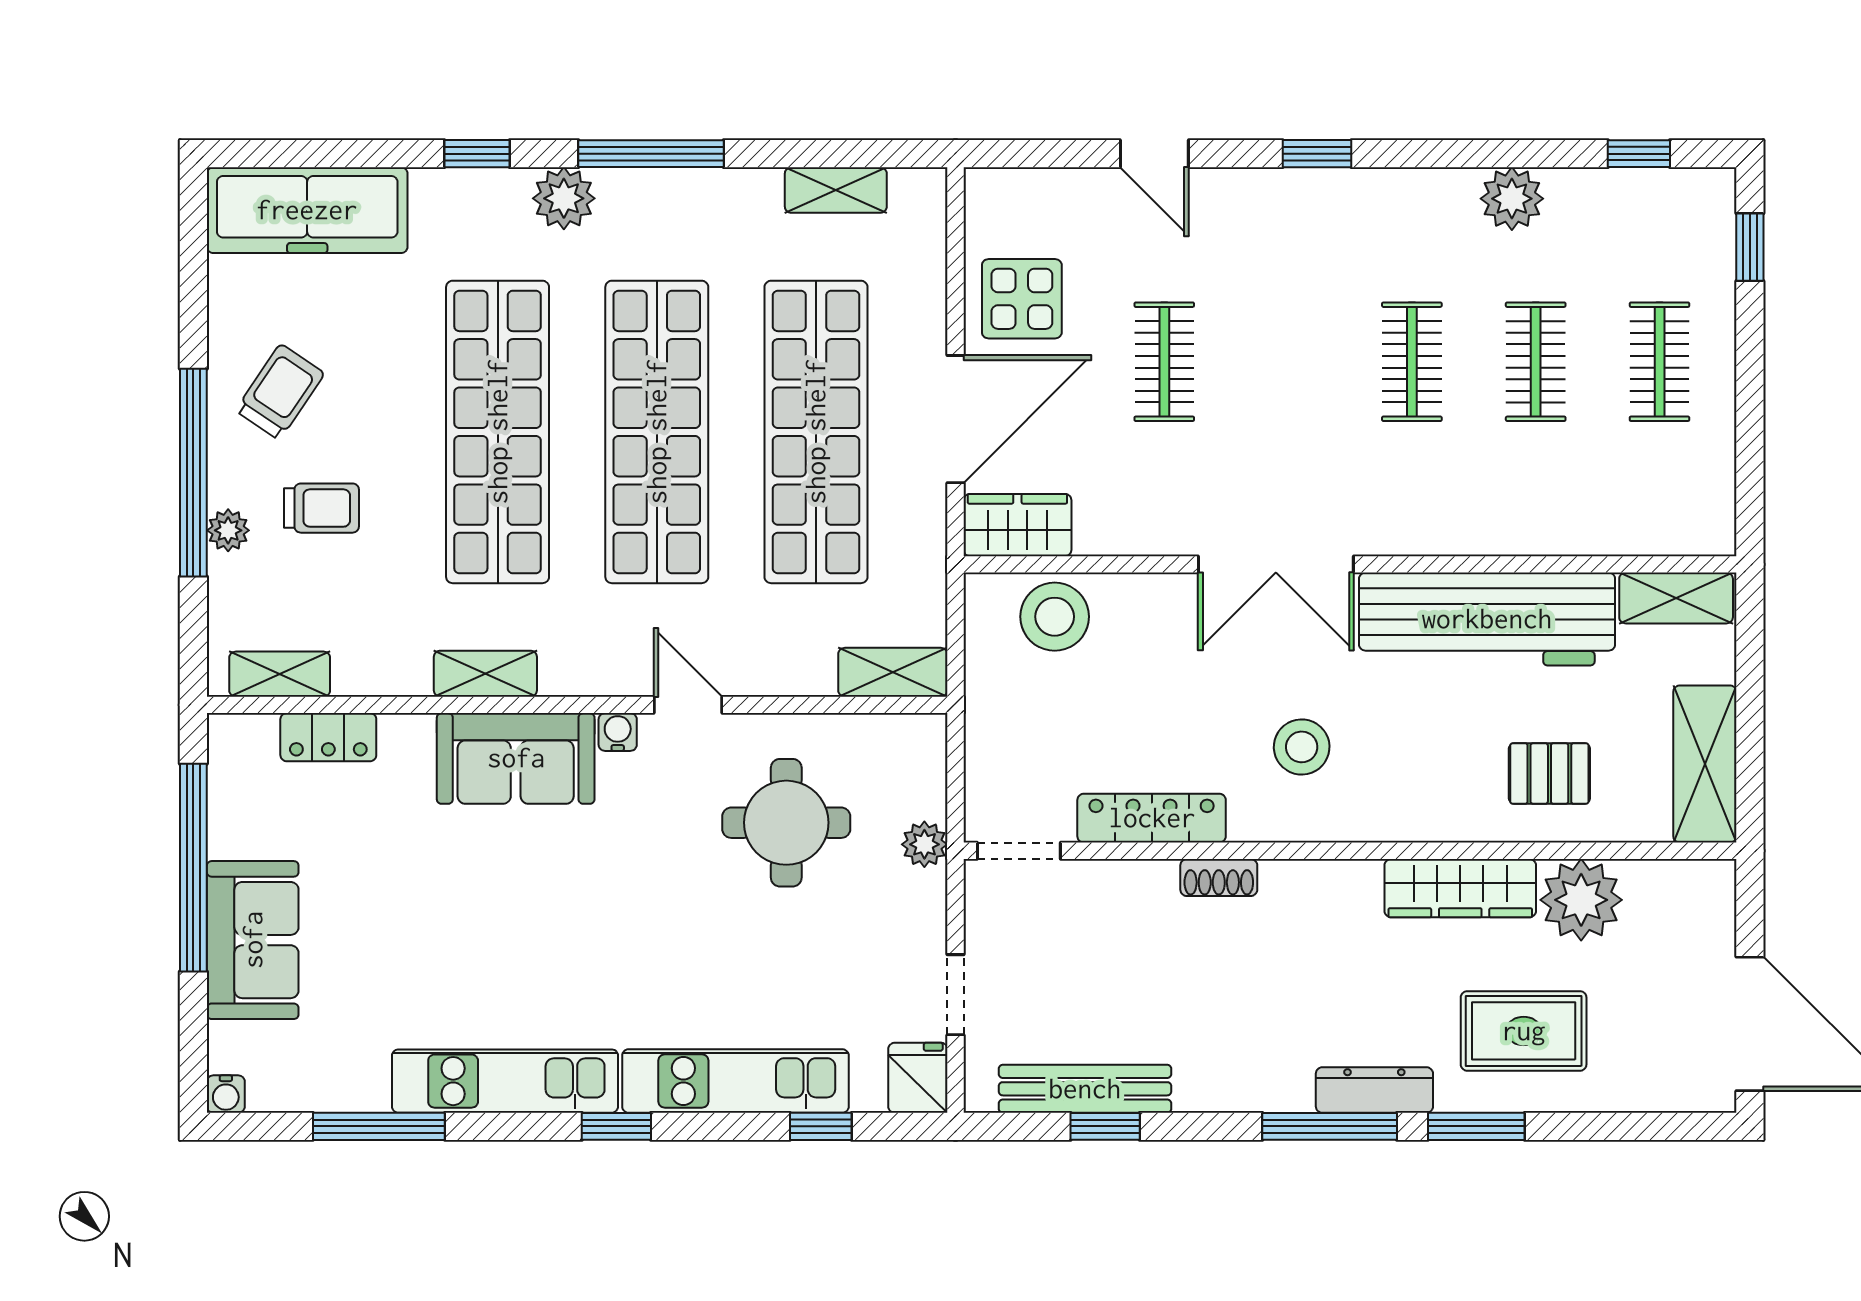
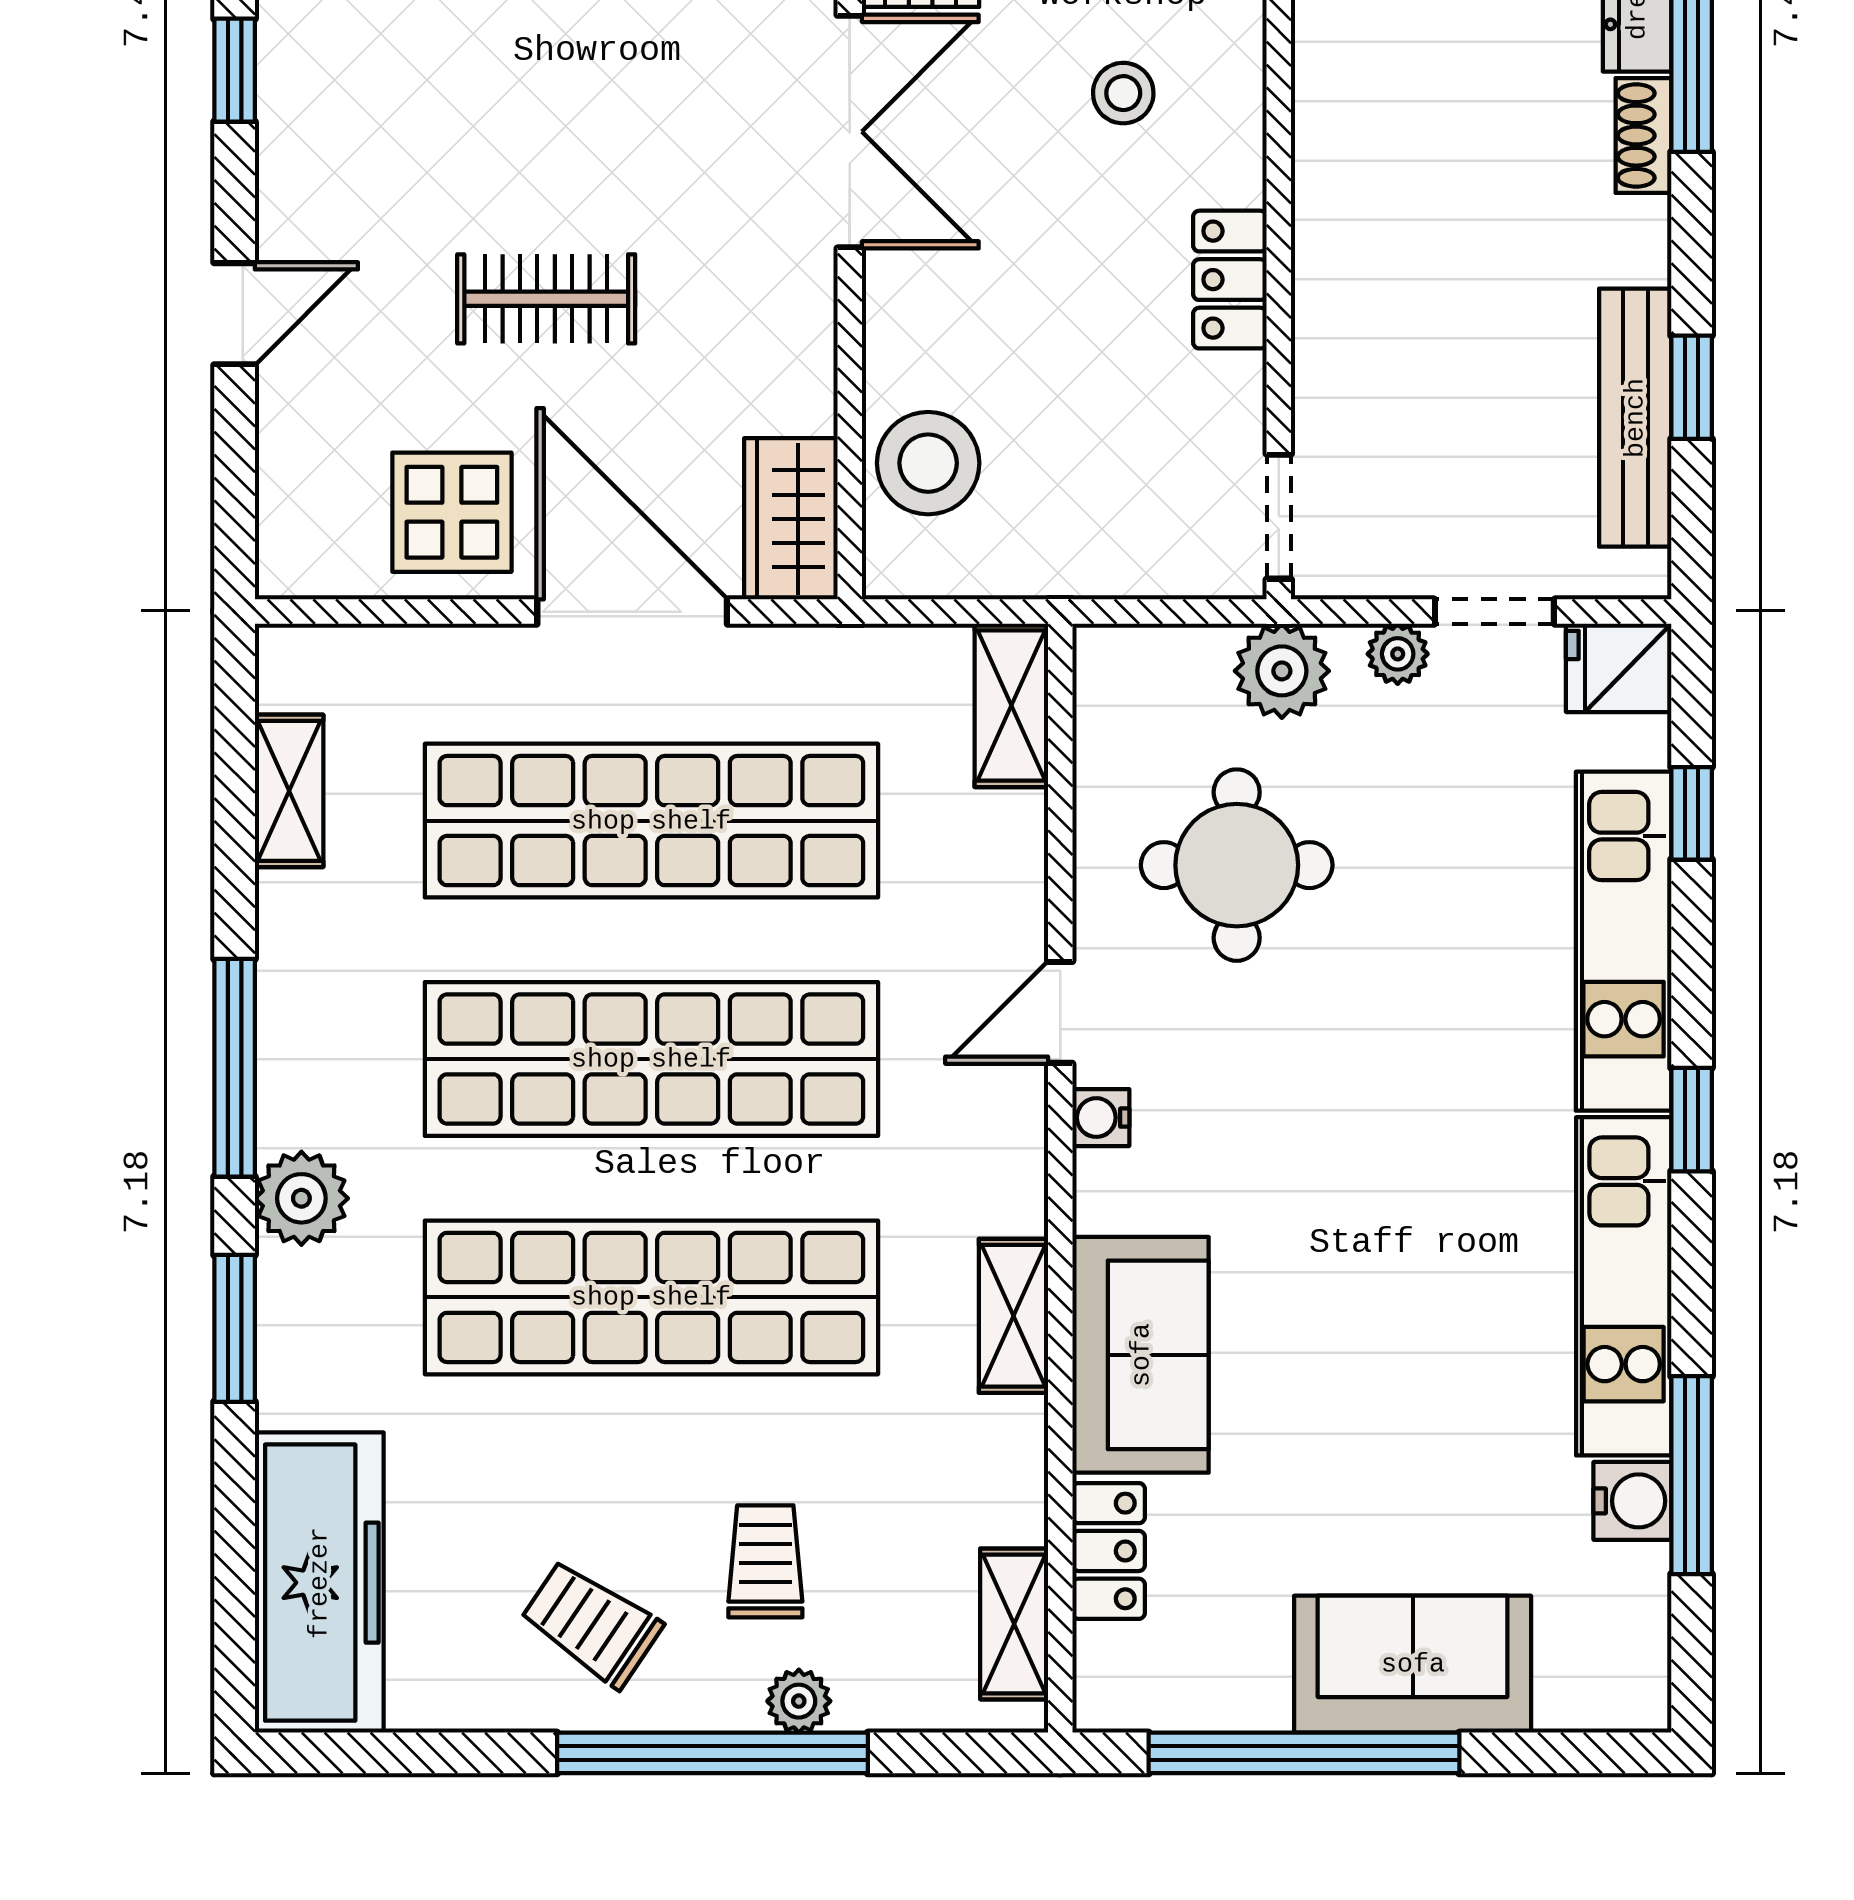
window: (477, 154) -> (235, 1328), width x1.50
stool: (1302, 747) -> (1123, 93), width x0.73, depth x0.73
sofa: (516, 758) -> (1141, 1355), moved
locker: (1152, 818) -> (1230, 280), width x0.66
plant: (924, 844) -> (1282, 671), width x1.38, depth x1.38
shoe rack: (1219, 878) -> (1643, 136), moved, turned 180
plant: (927, 930) -> (1398, 654), added
water cooler: (226, 1094) -> (1632, 1501), moved, width x1.38, depth x1.38

